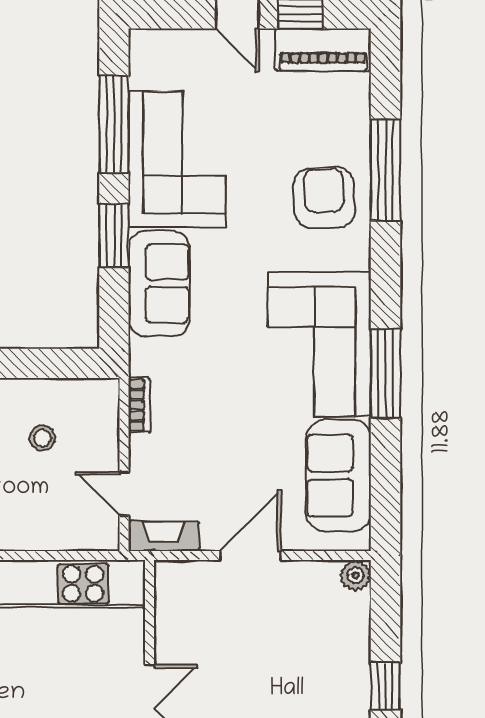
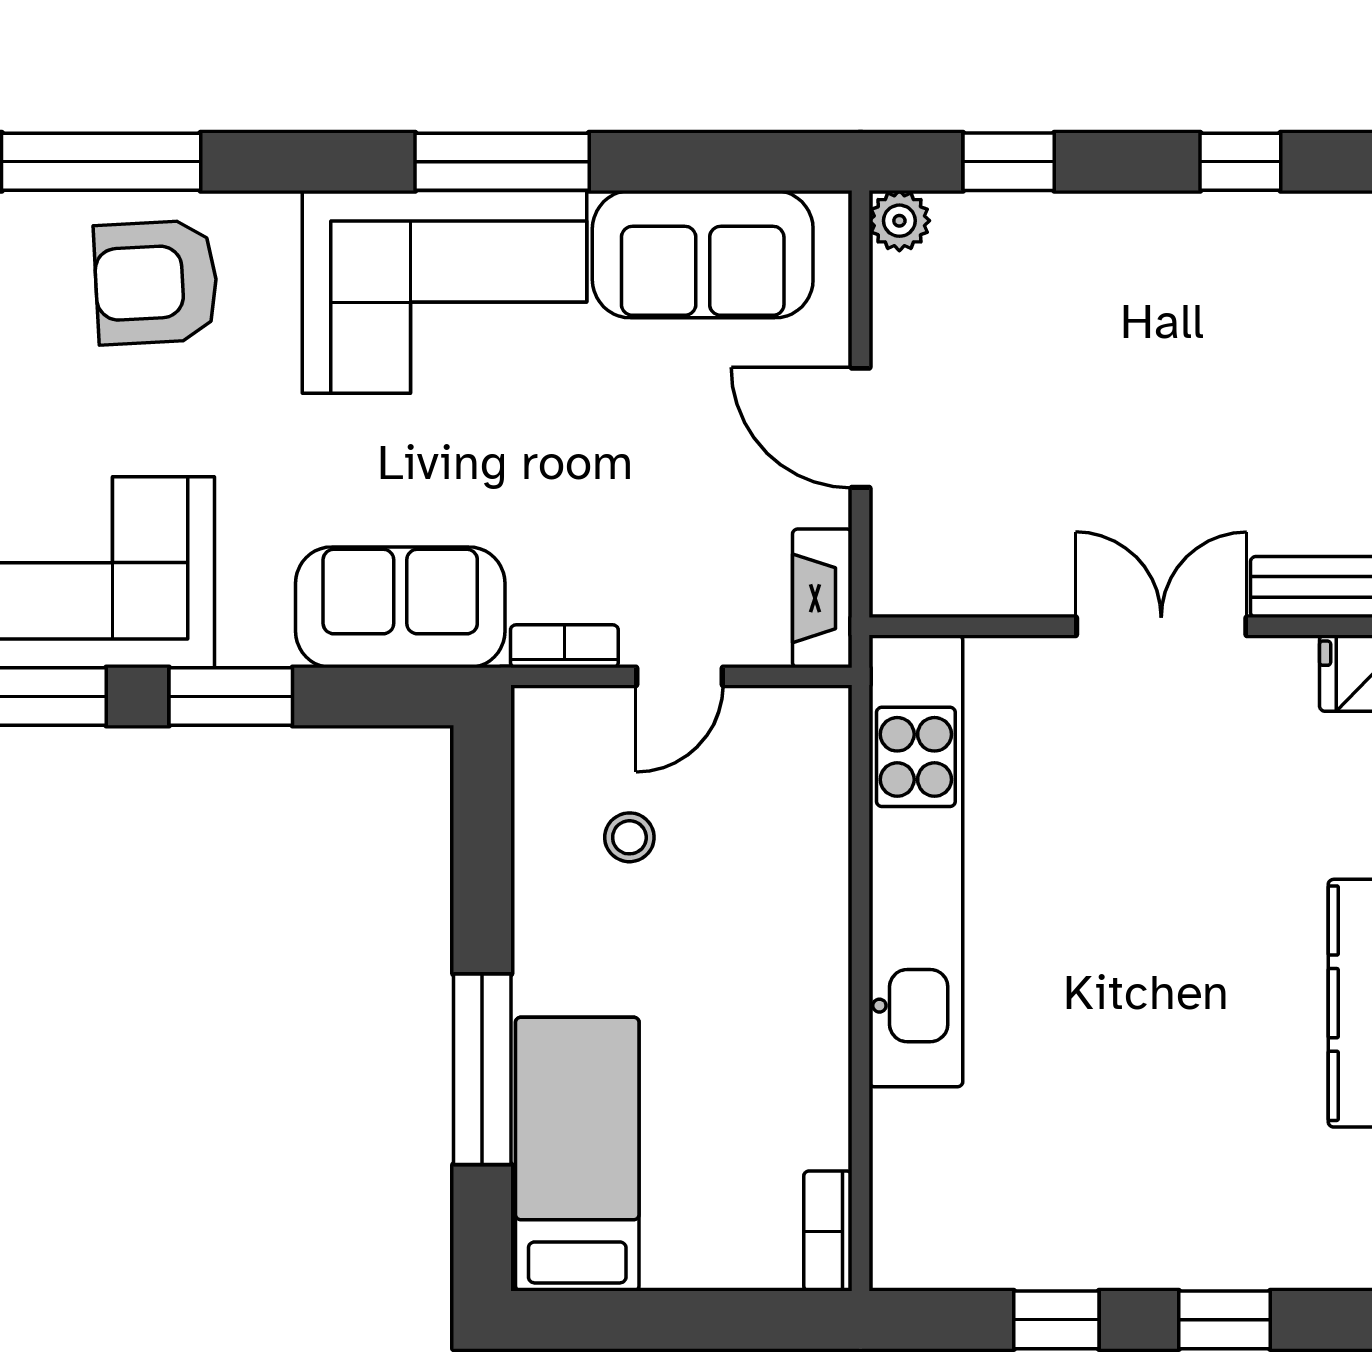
sofa: (159, 283) -> (400, 607), moved
door: (124, 494) -> (679, 676), moved
window: (385, 686) -> (1009, 162), moved

